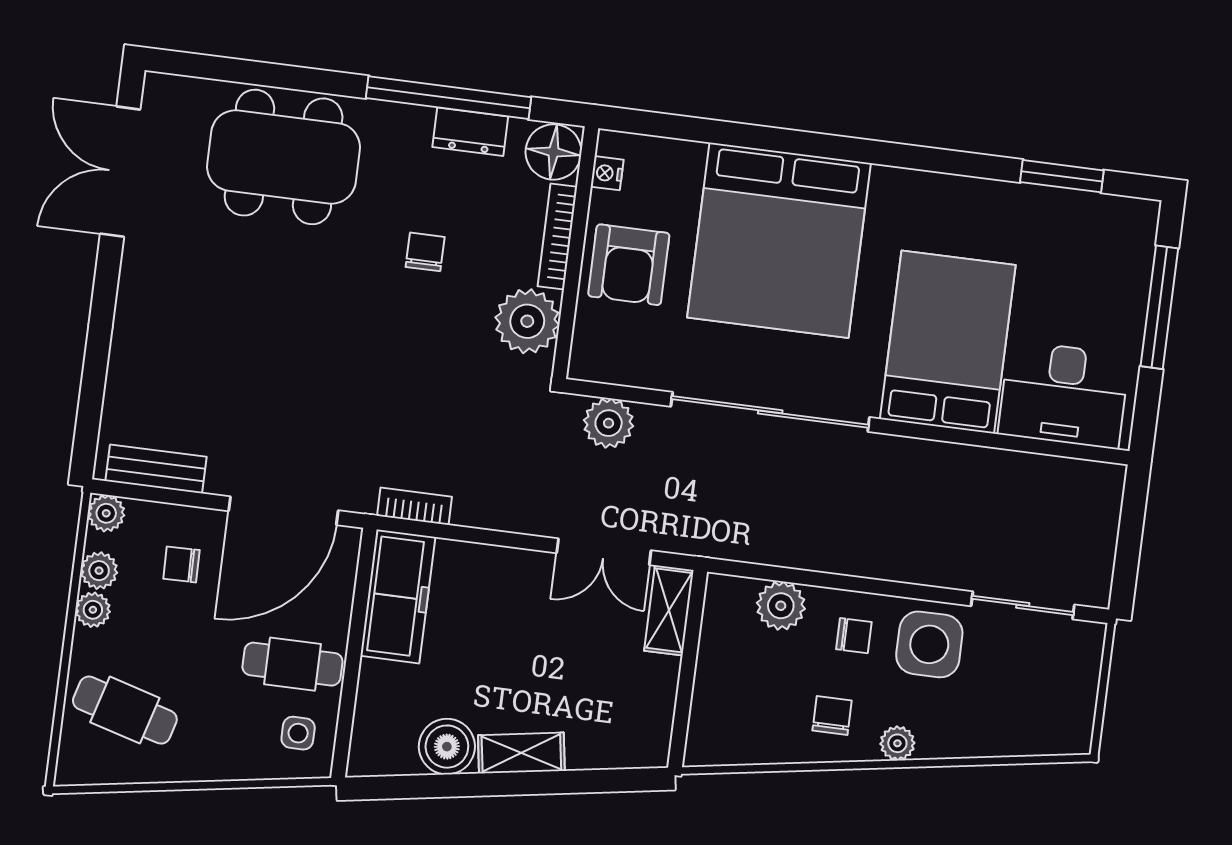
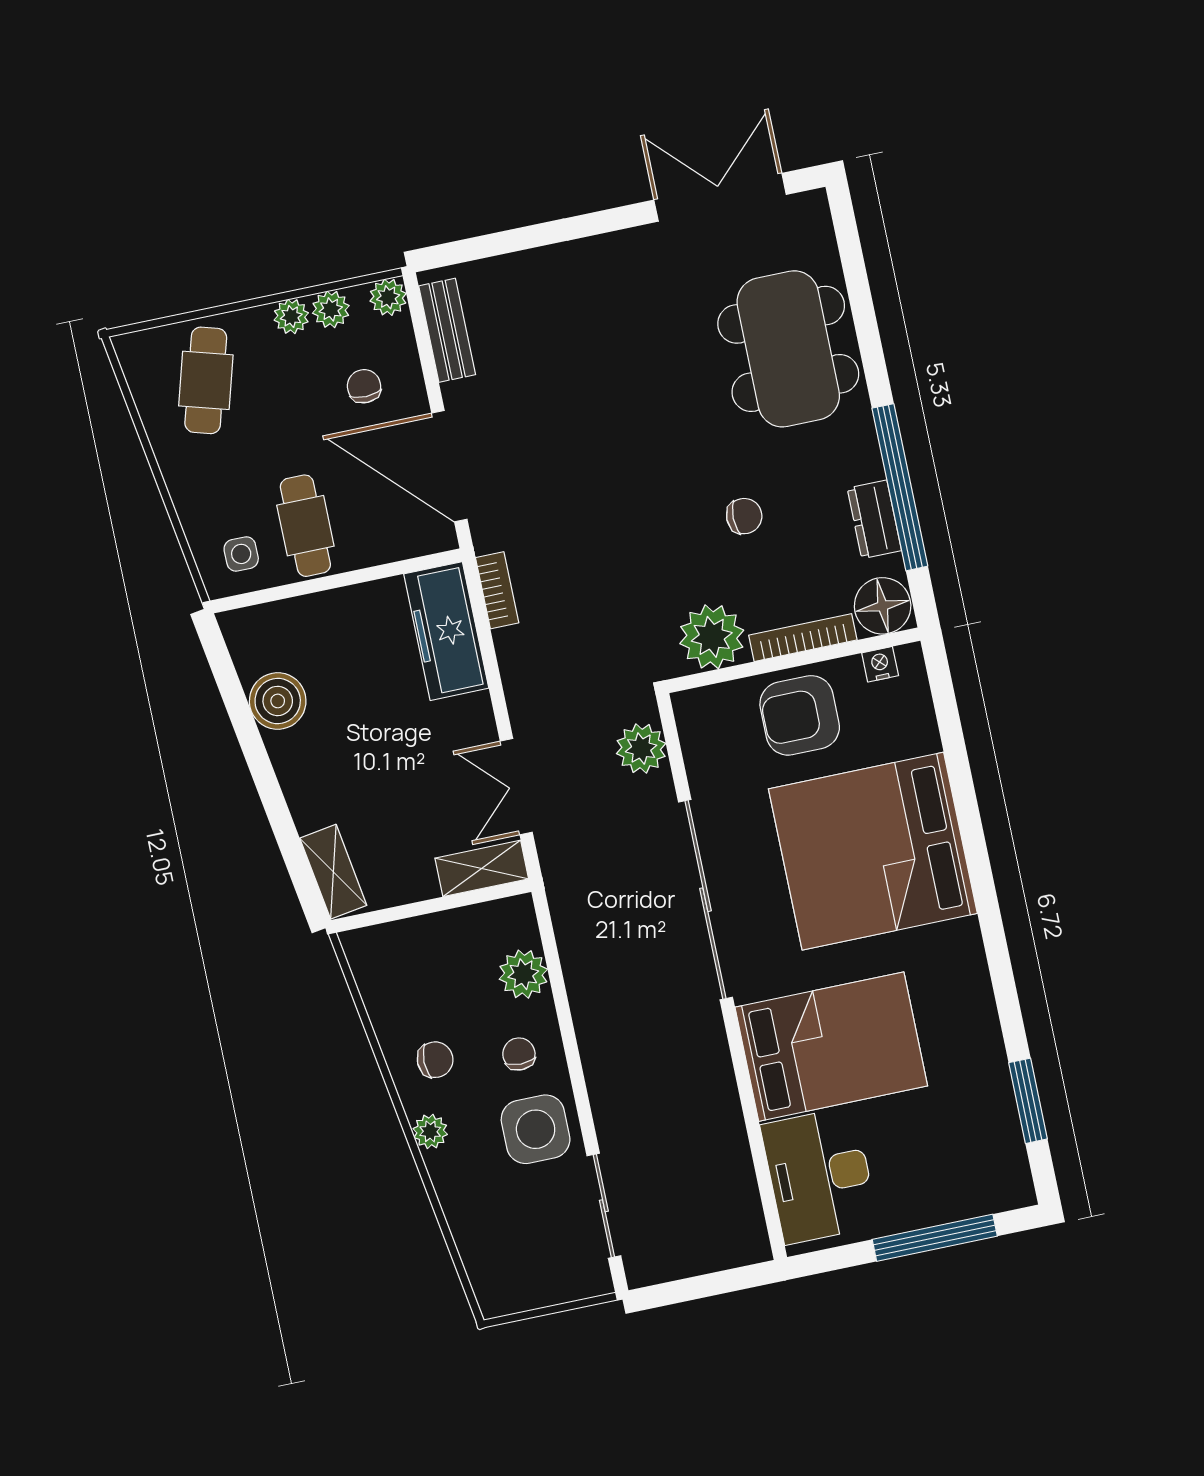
freezer: (398, 596) -> (446, 631), moved, turned 90
chair: (854, 636) -> (519, 1054), turned 180
shelving: (521, 753) -> (333, 872), moved

